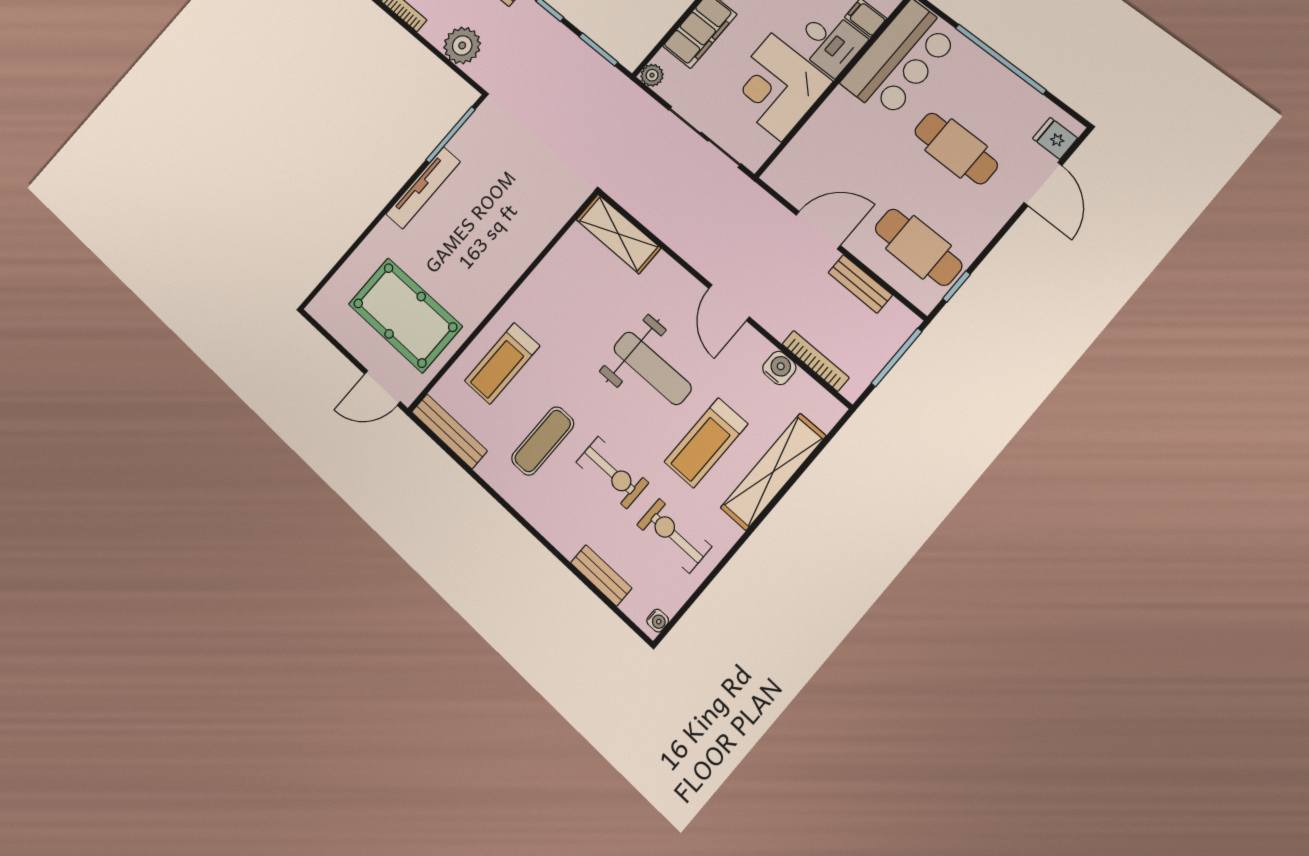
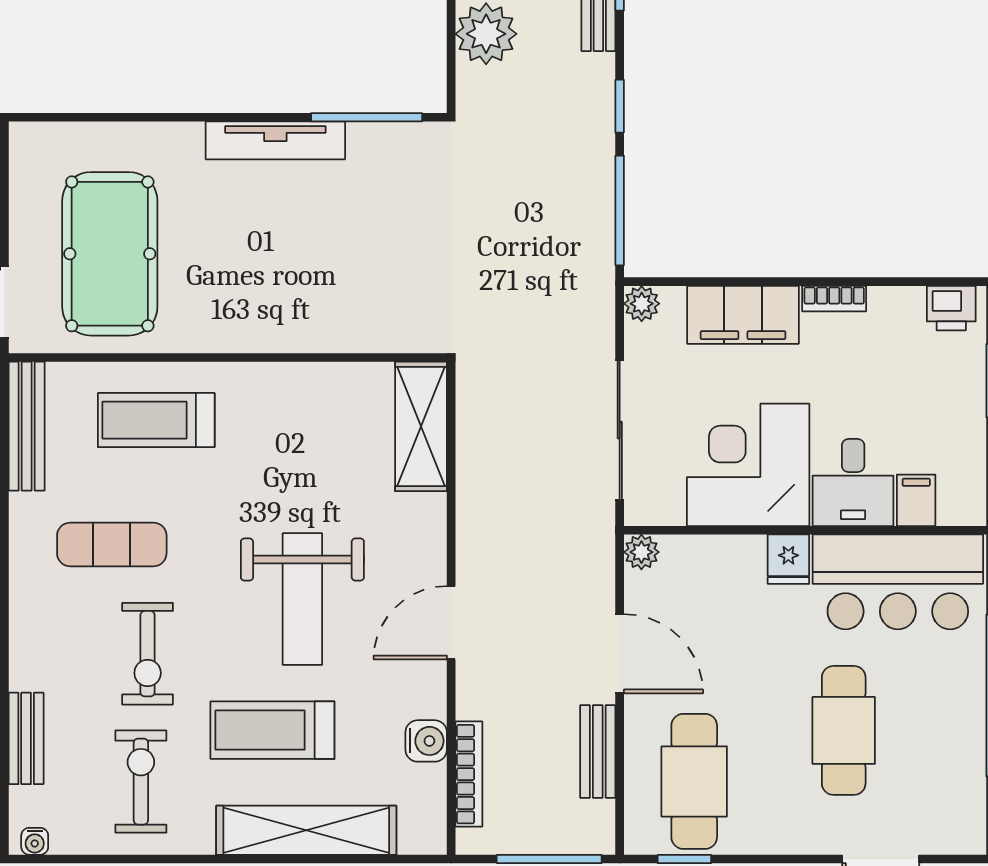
window: (598, 49) -> (620, 210), width x1.44
fridge: (1055, 138) -> (788, 559), moved, turned 180
plant: (775, 176) -> (641, 552), added

